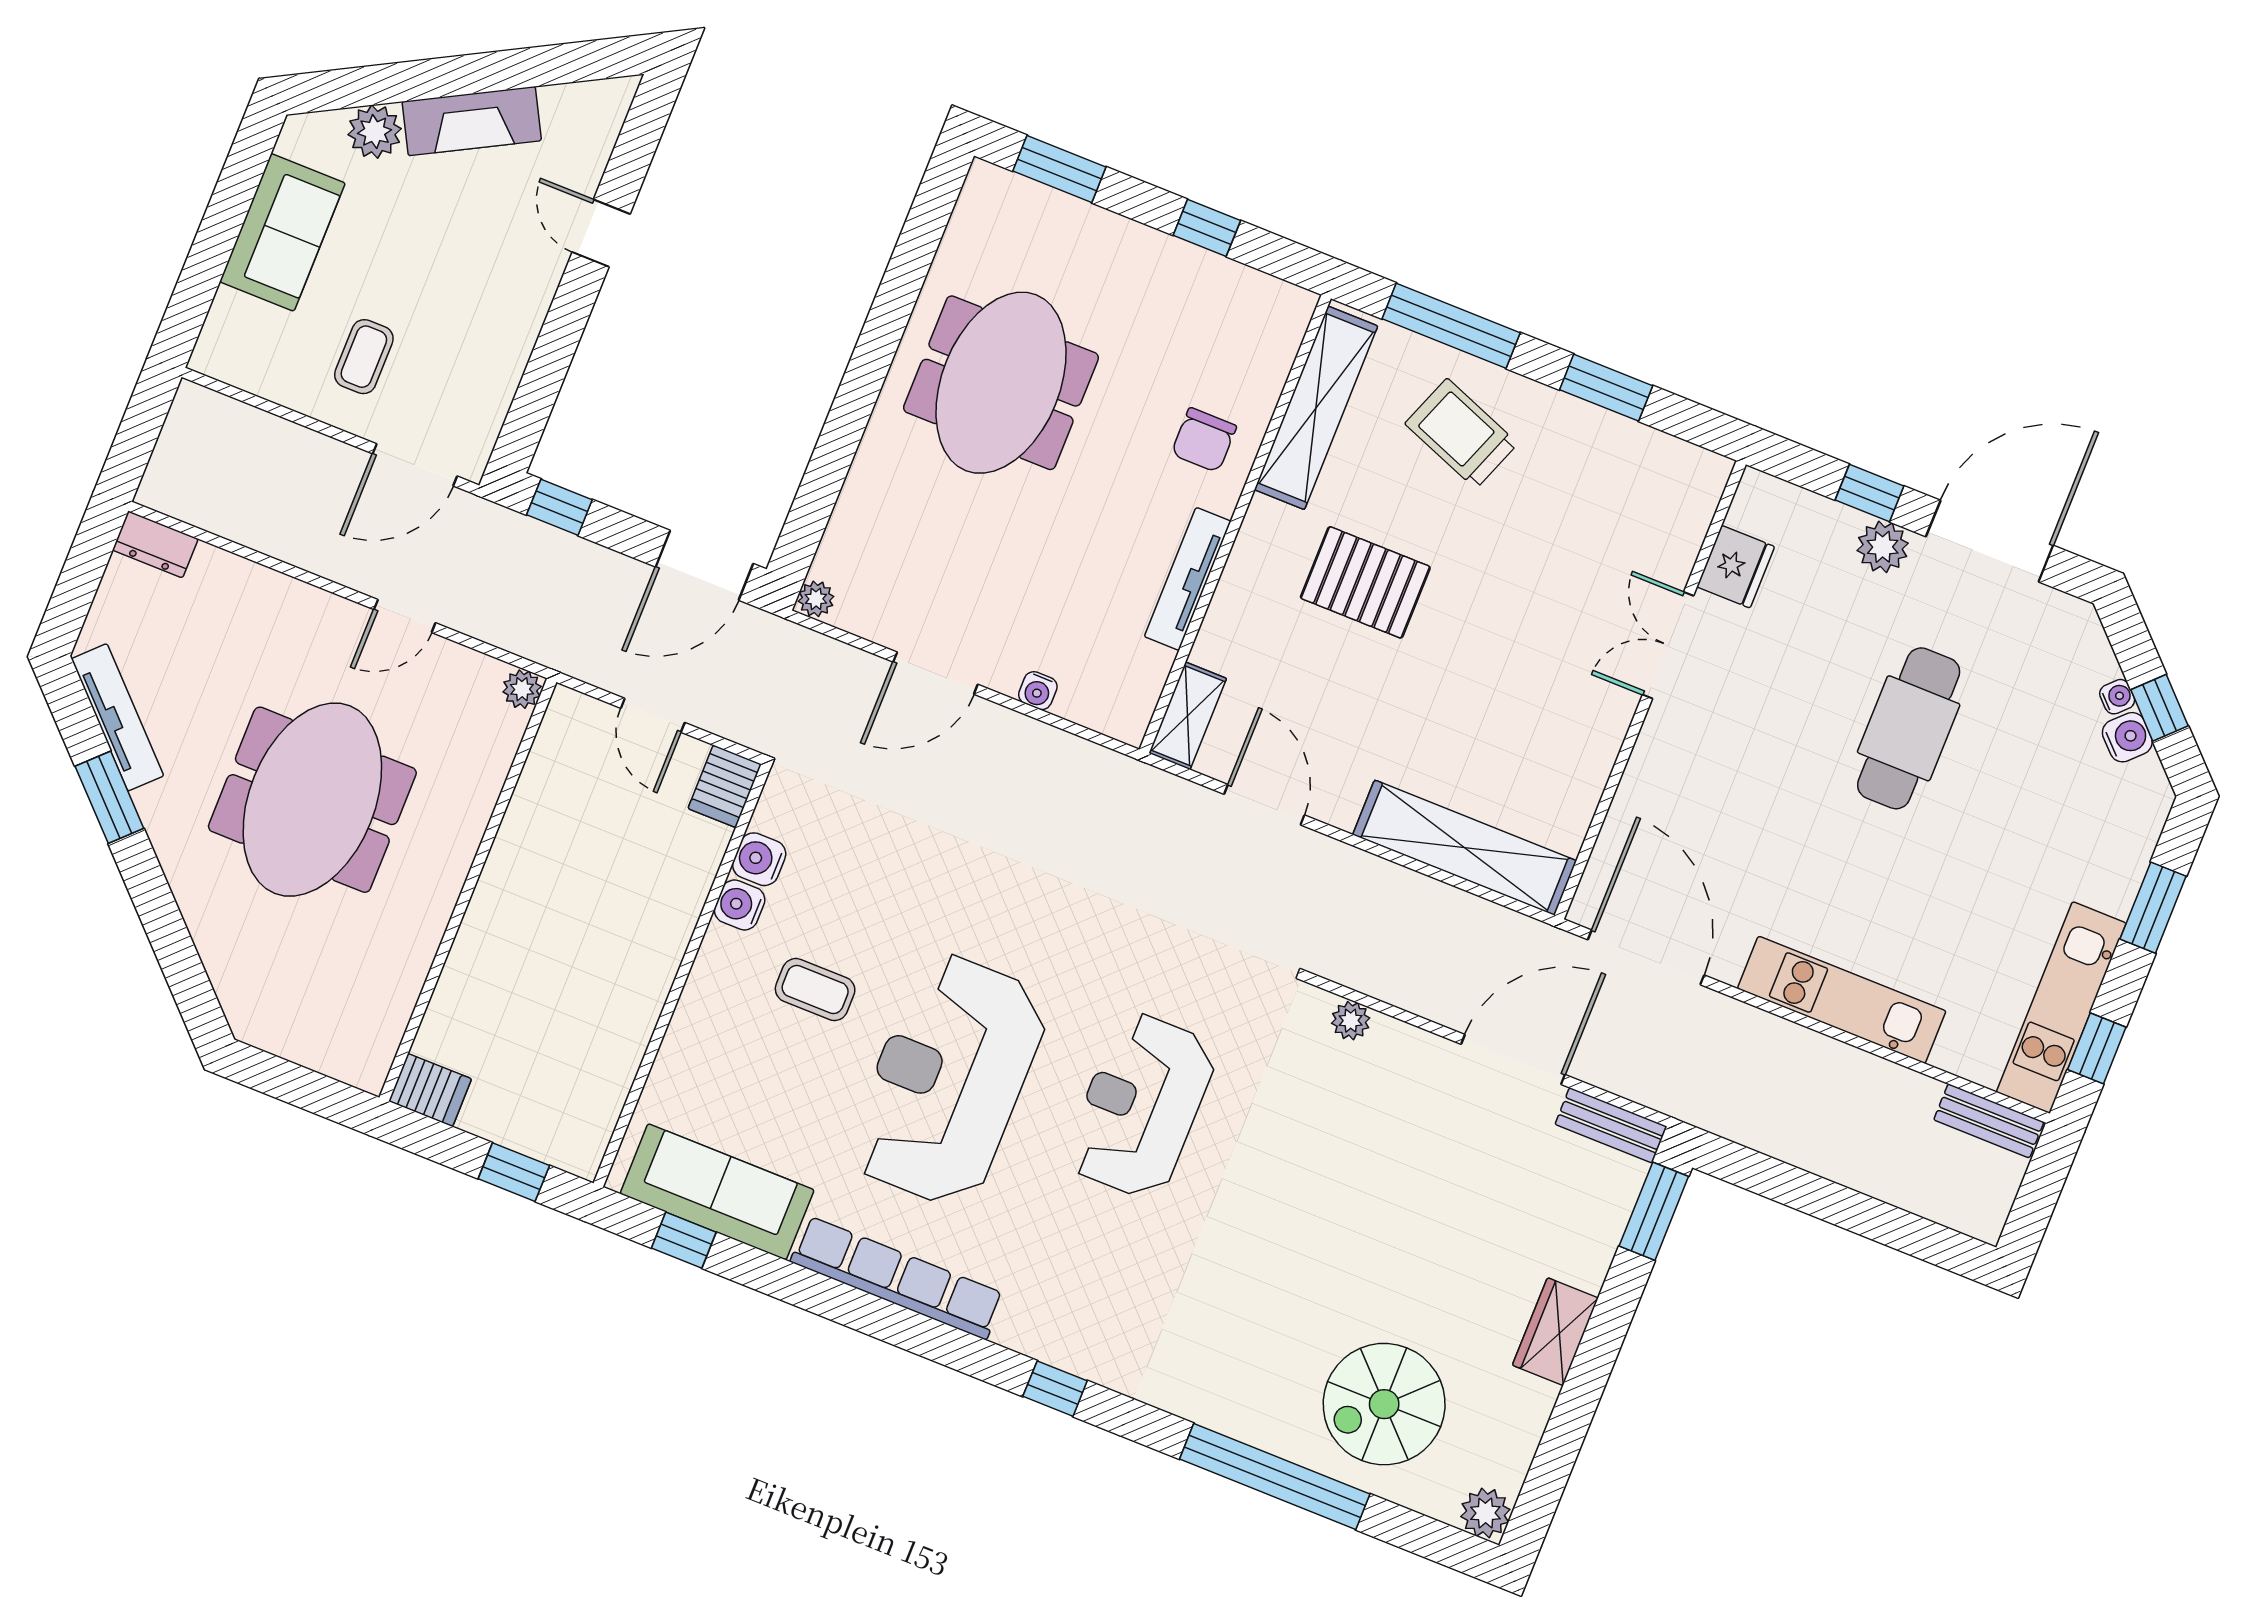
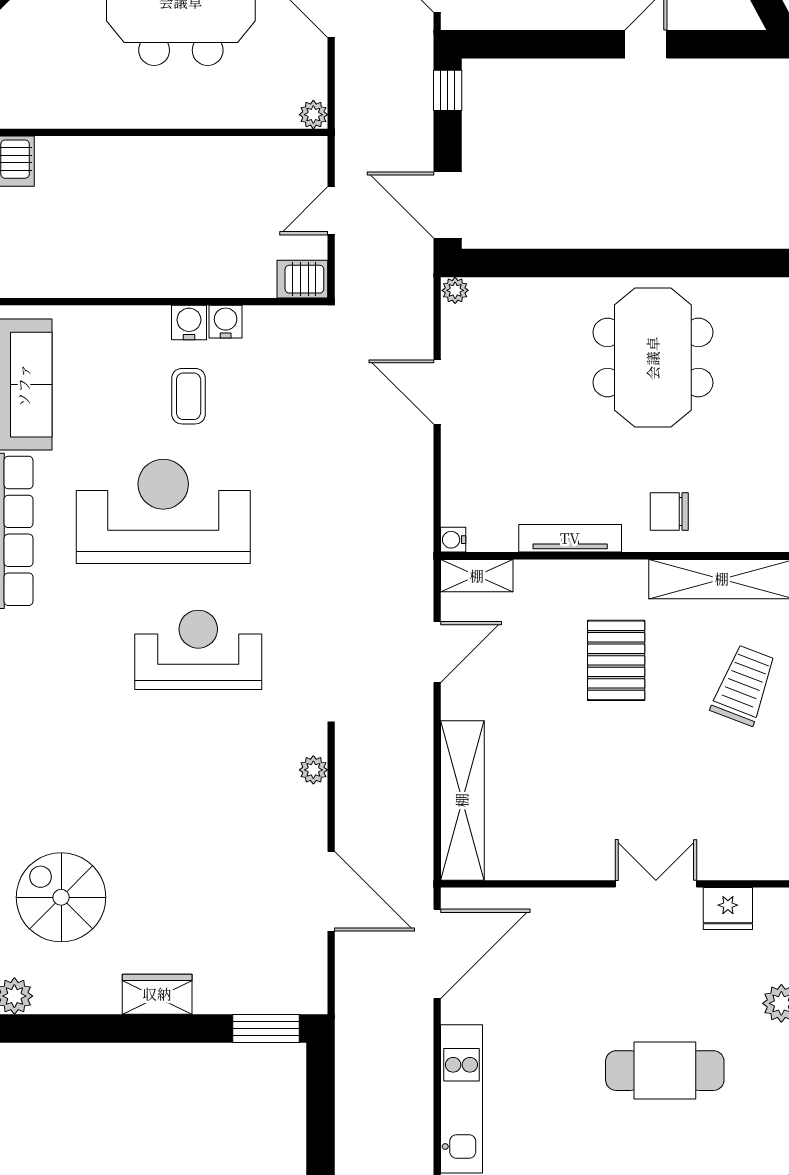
meeting table: (1001, 383) -> (653, 358), turned 90
water cooler: (1038, 691) -> (453, 540), moved
water cooler: (759, 859) -> (189, 323), moved
bench: (1611, 1125) -> (313, 976), removed

